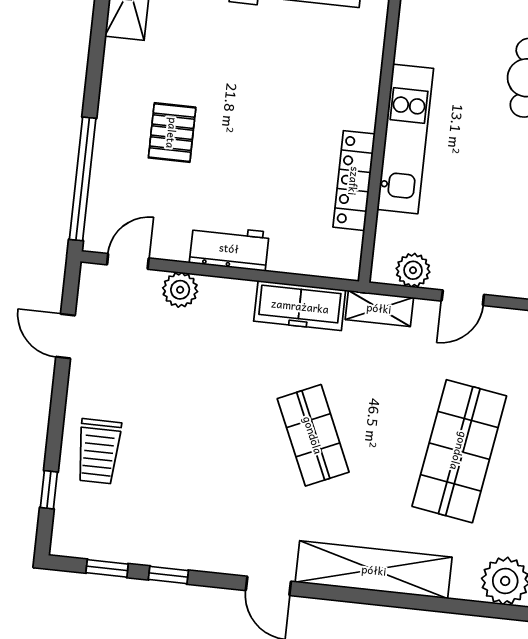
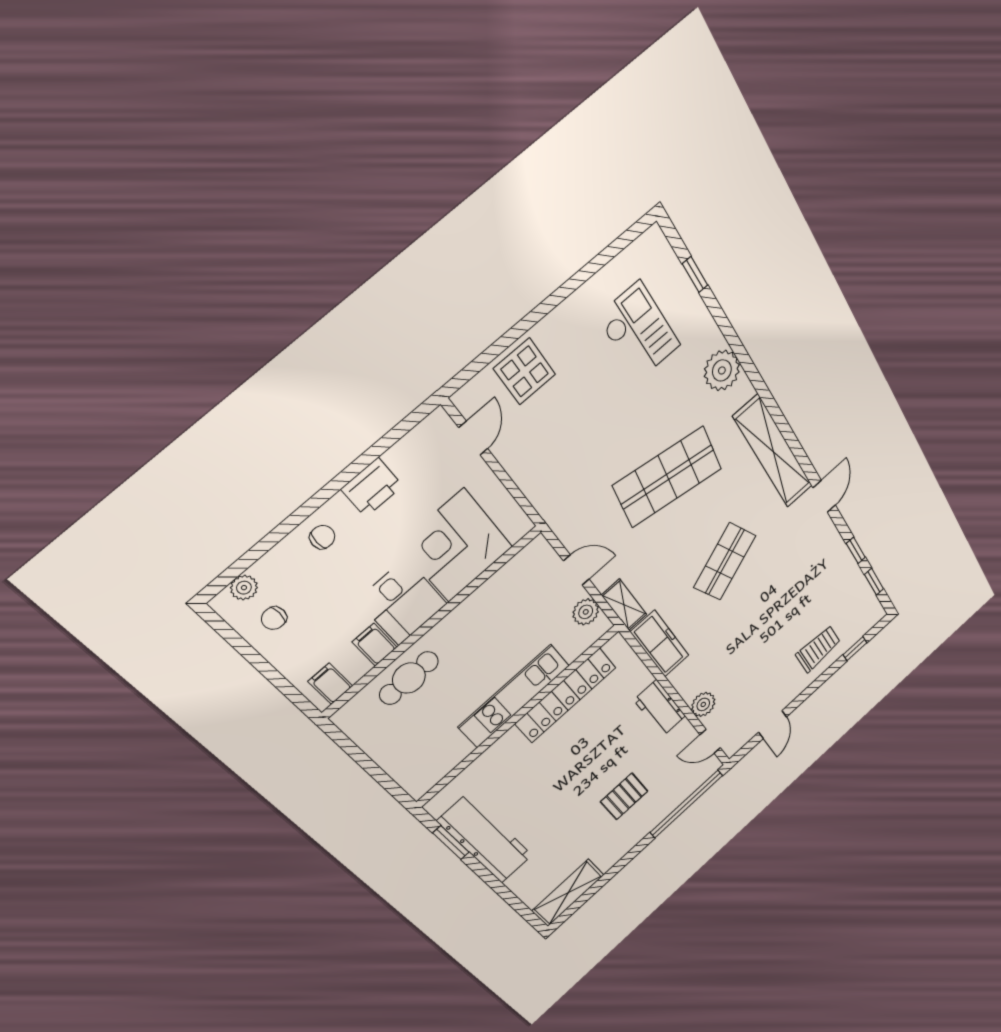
locker: (354, 181) -> (566, 695), width x1.41, depth x1.21

